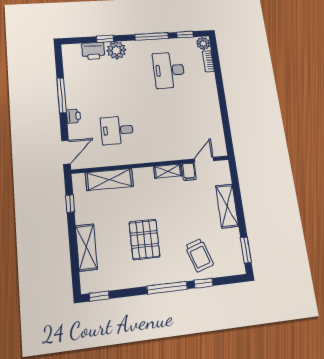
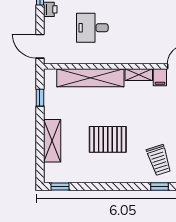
door: (66, 152) -> (40, 46), swing flipped
shelving: (109, 180) -> (90, 78), width x1.47
pallet: (144, 239) -> (108, 139), turned 90
window: (167, 288) -> (124, 186), removed

